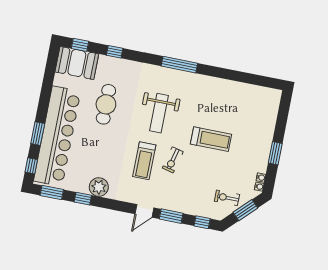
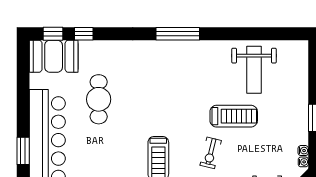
window: (115, 52) -> (84, 34), moved
weight bench: (159, 113) -> (254, 70), moved
exercise bike: (173, 160) -> (211, 153), moved

